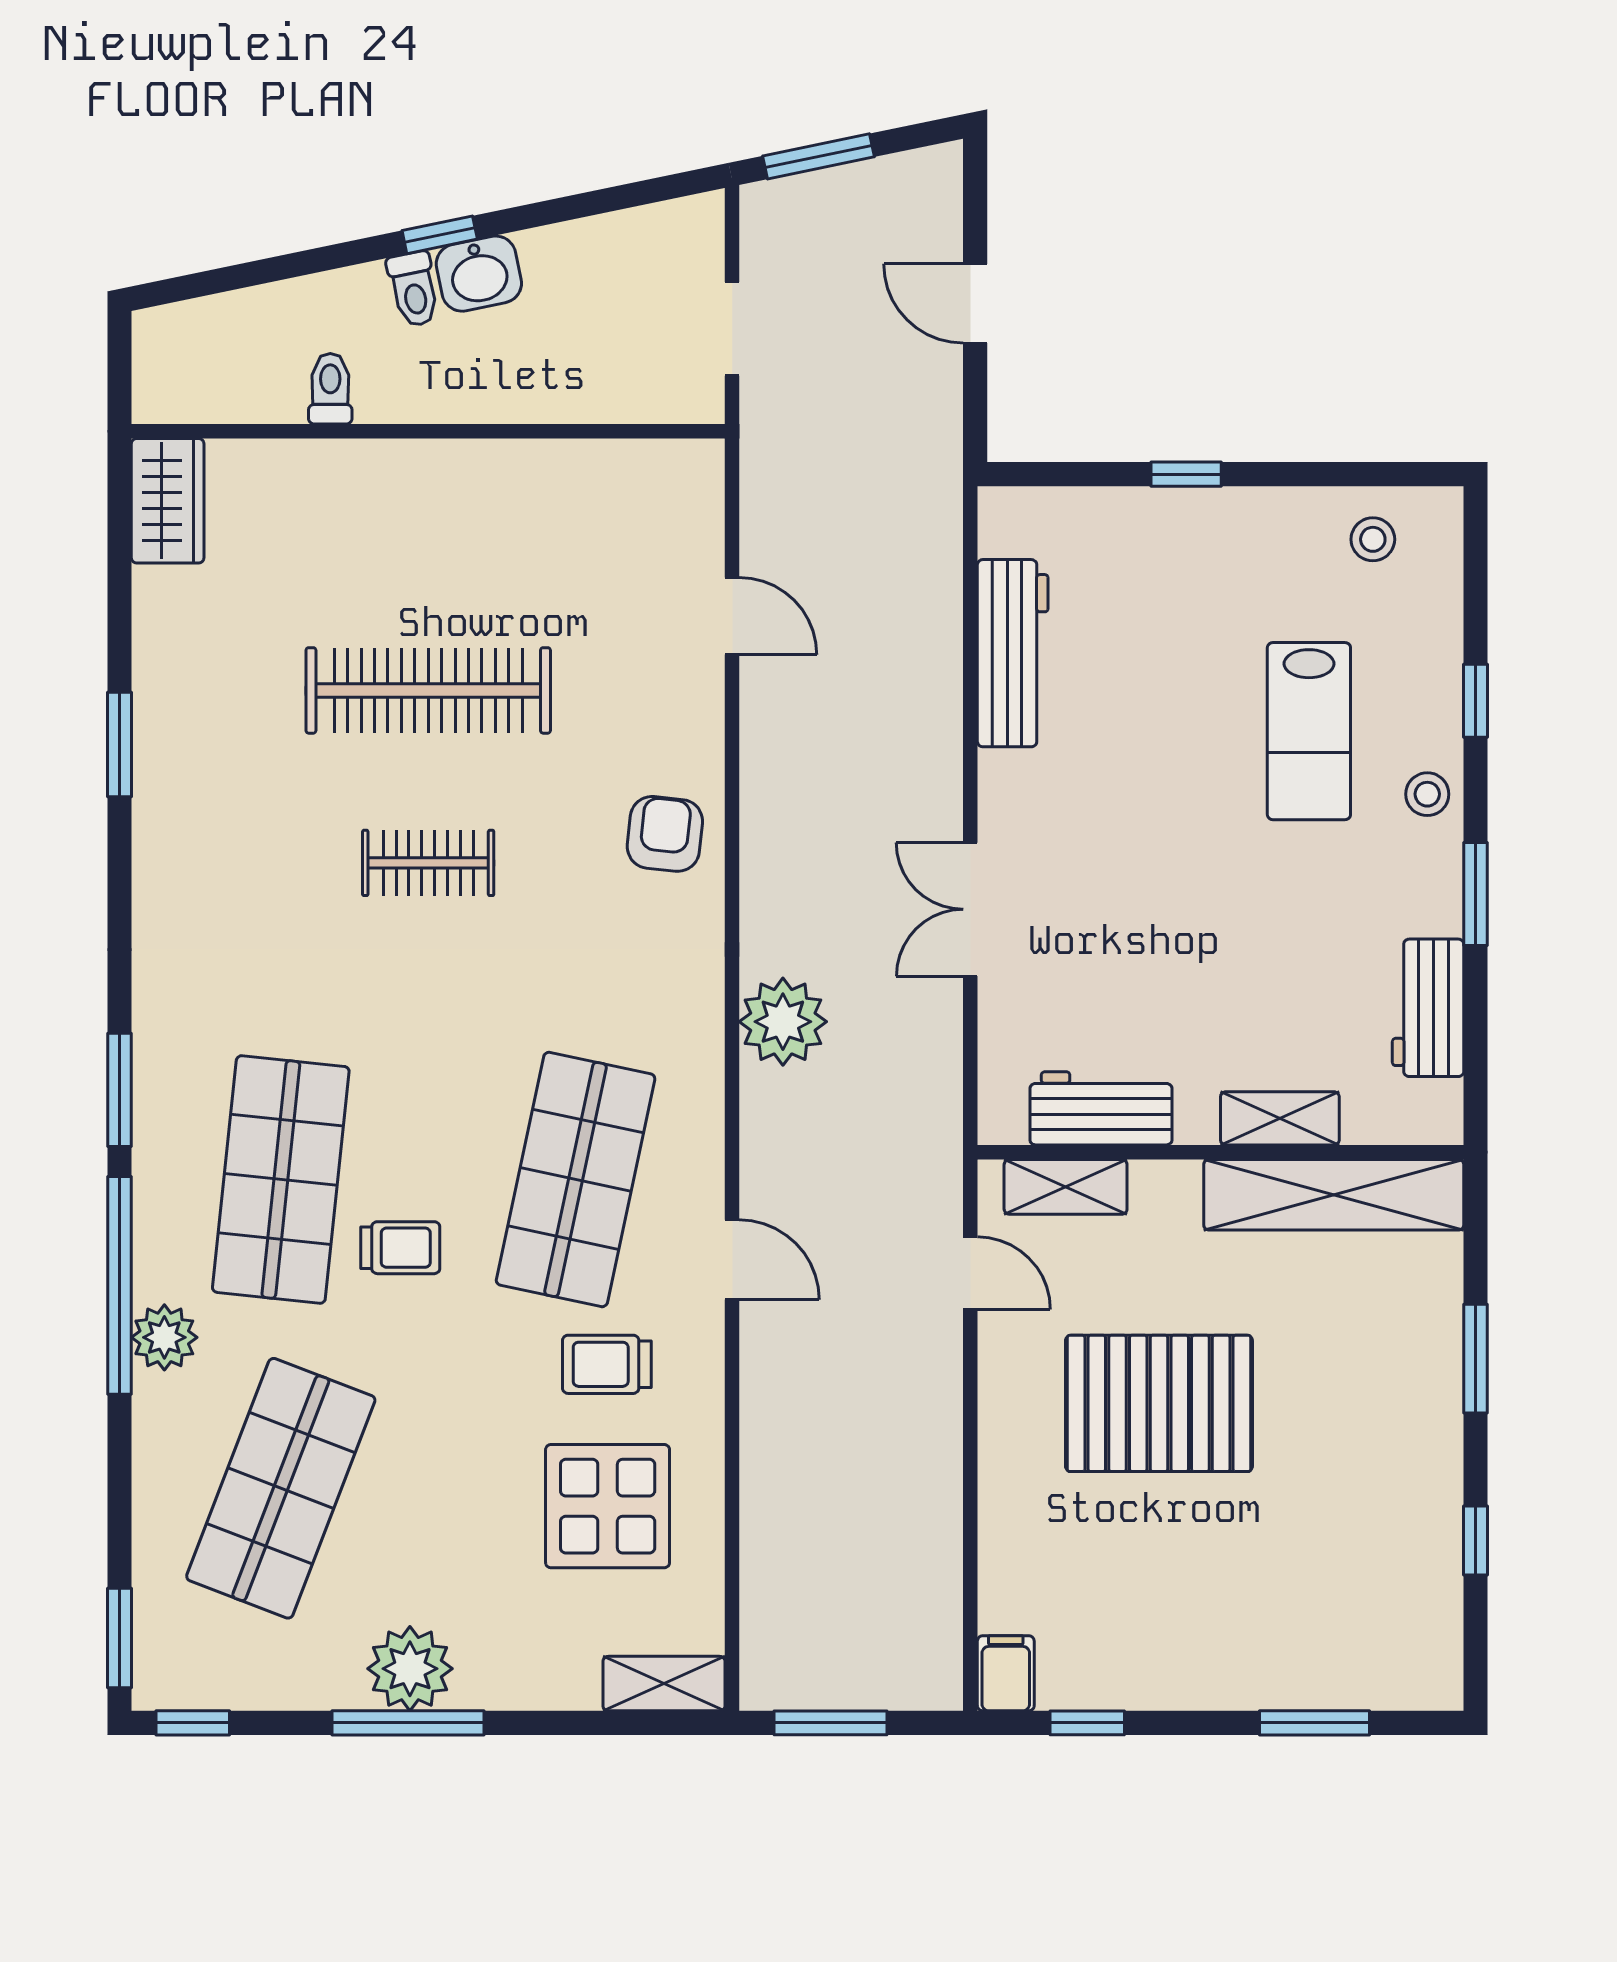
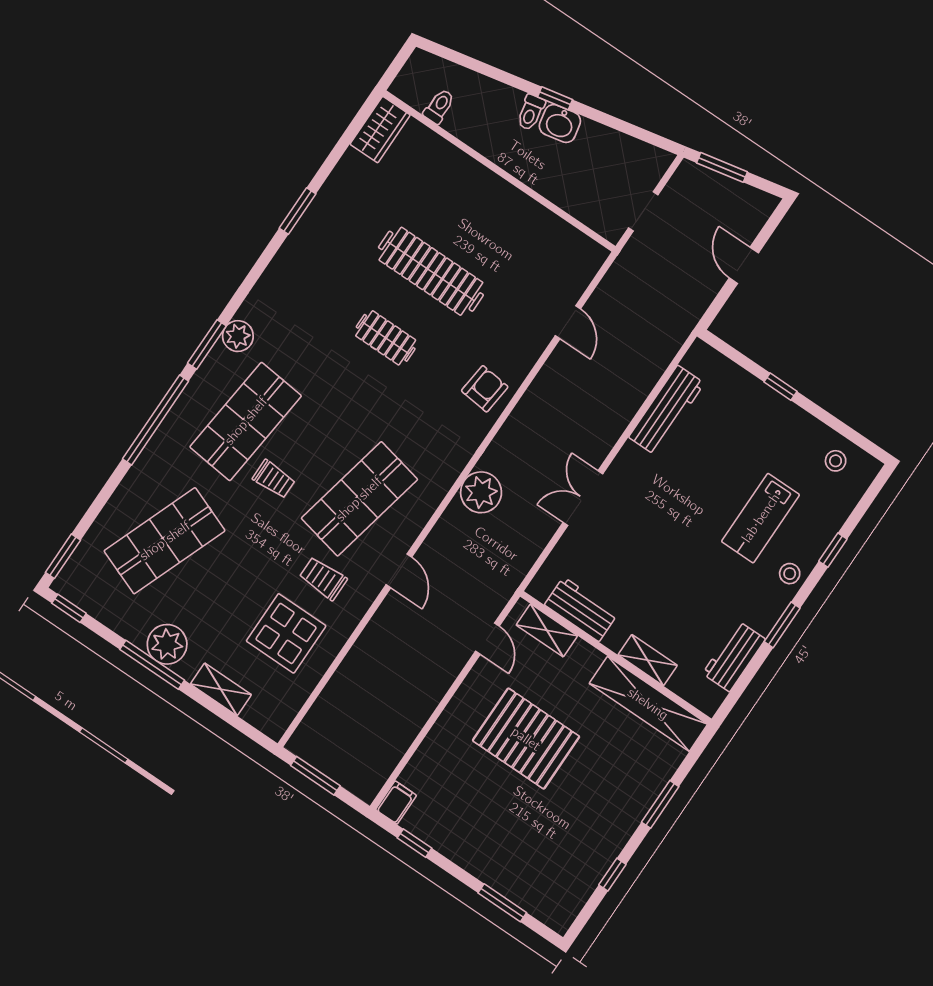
toilet: (330, 389) -> (439, 106), moved
plant: (164, 1337) -> (238, 336), moved
shelving: (664, 1684) -> (221, 689), moved

